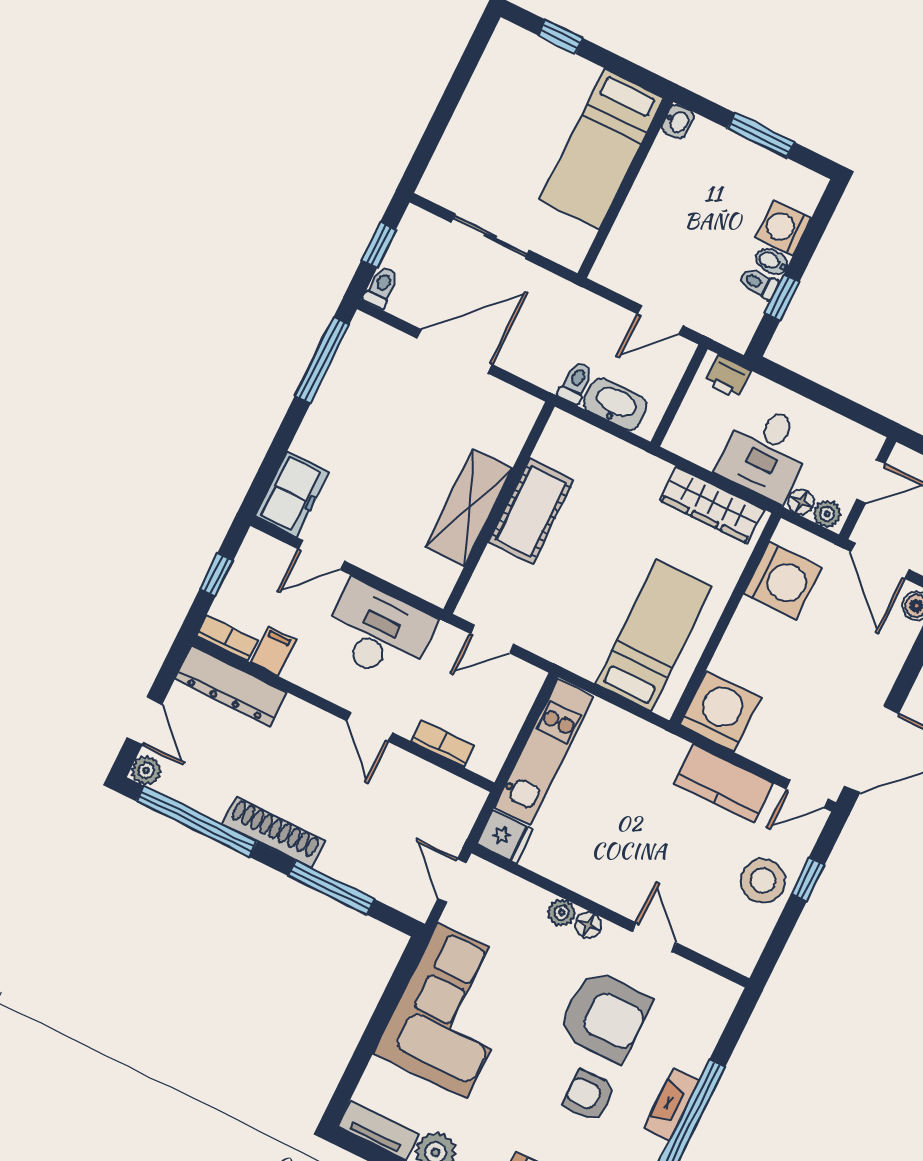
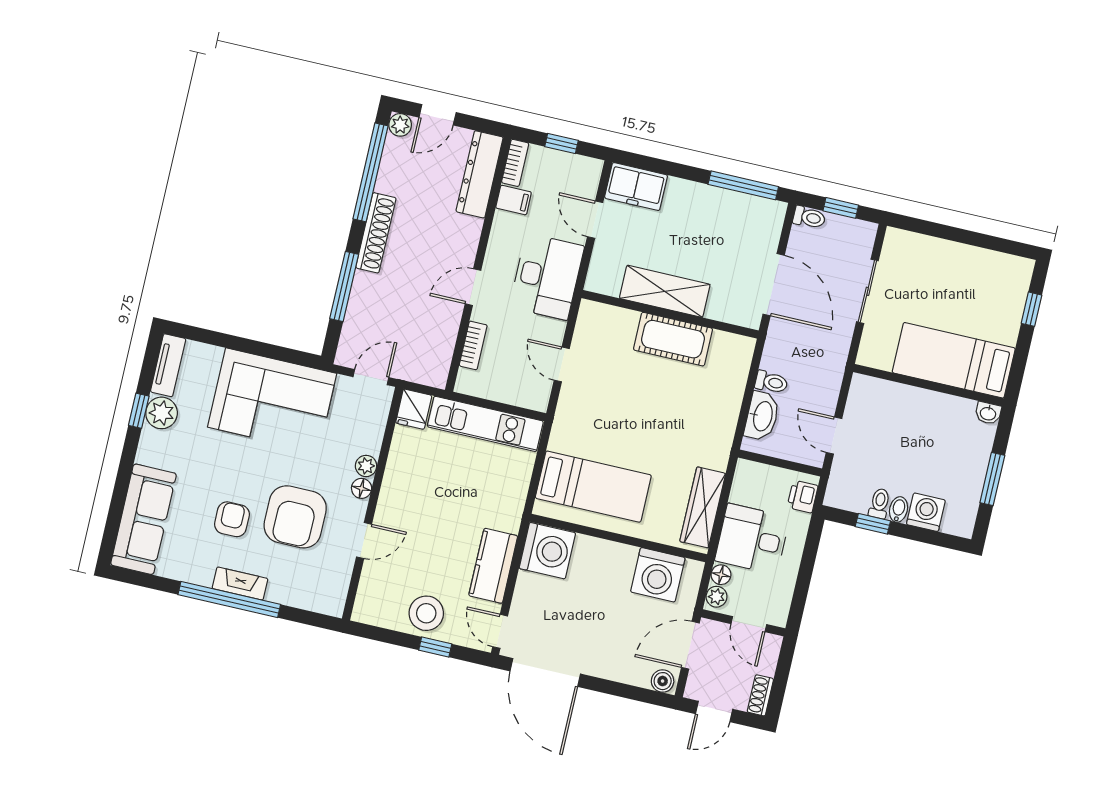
shelving: (469, 508) -> (665, 291), moved
wall: (499, 508) -> (670, 314), moved
cot: (531, 511) -> (673, 339), moved

